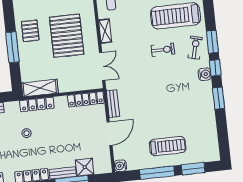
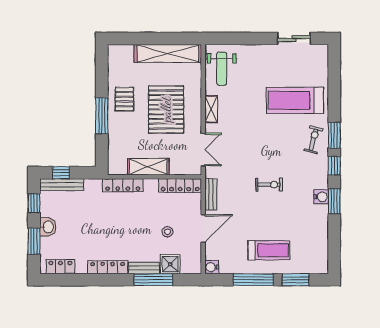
exercise bike: (163, 50) -> (269, 185), moved
water cooler: (205, 74) -> (321, 197), moved
shelving: (40, 88) -> (148, 167), moved
stool: (27, 133) -> (168, 232), moved

